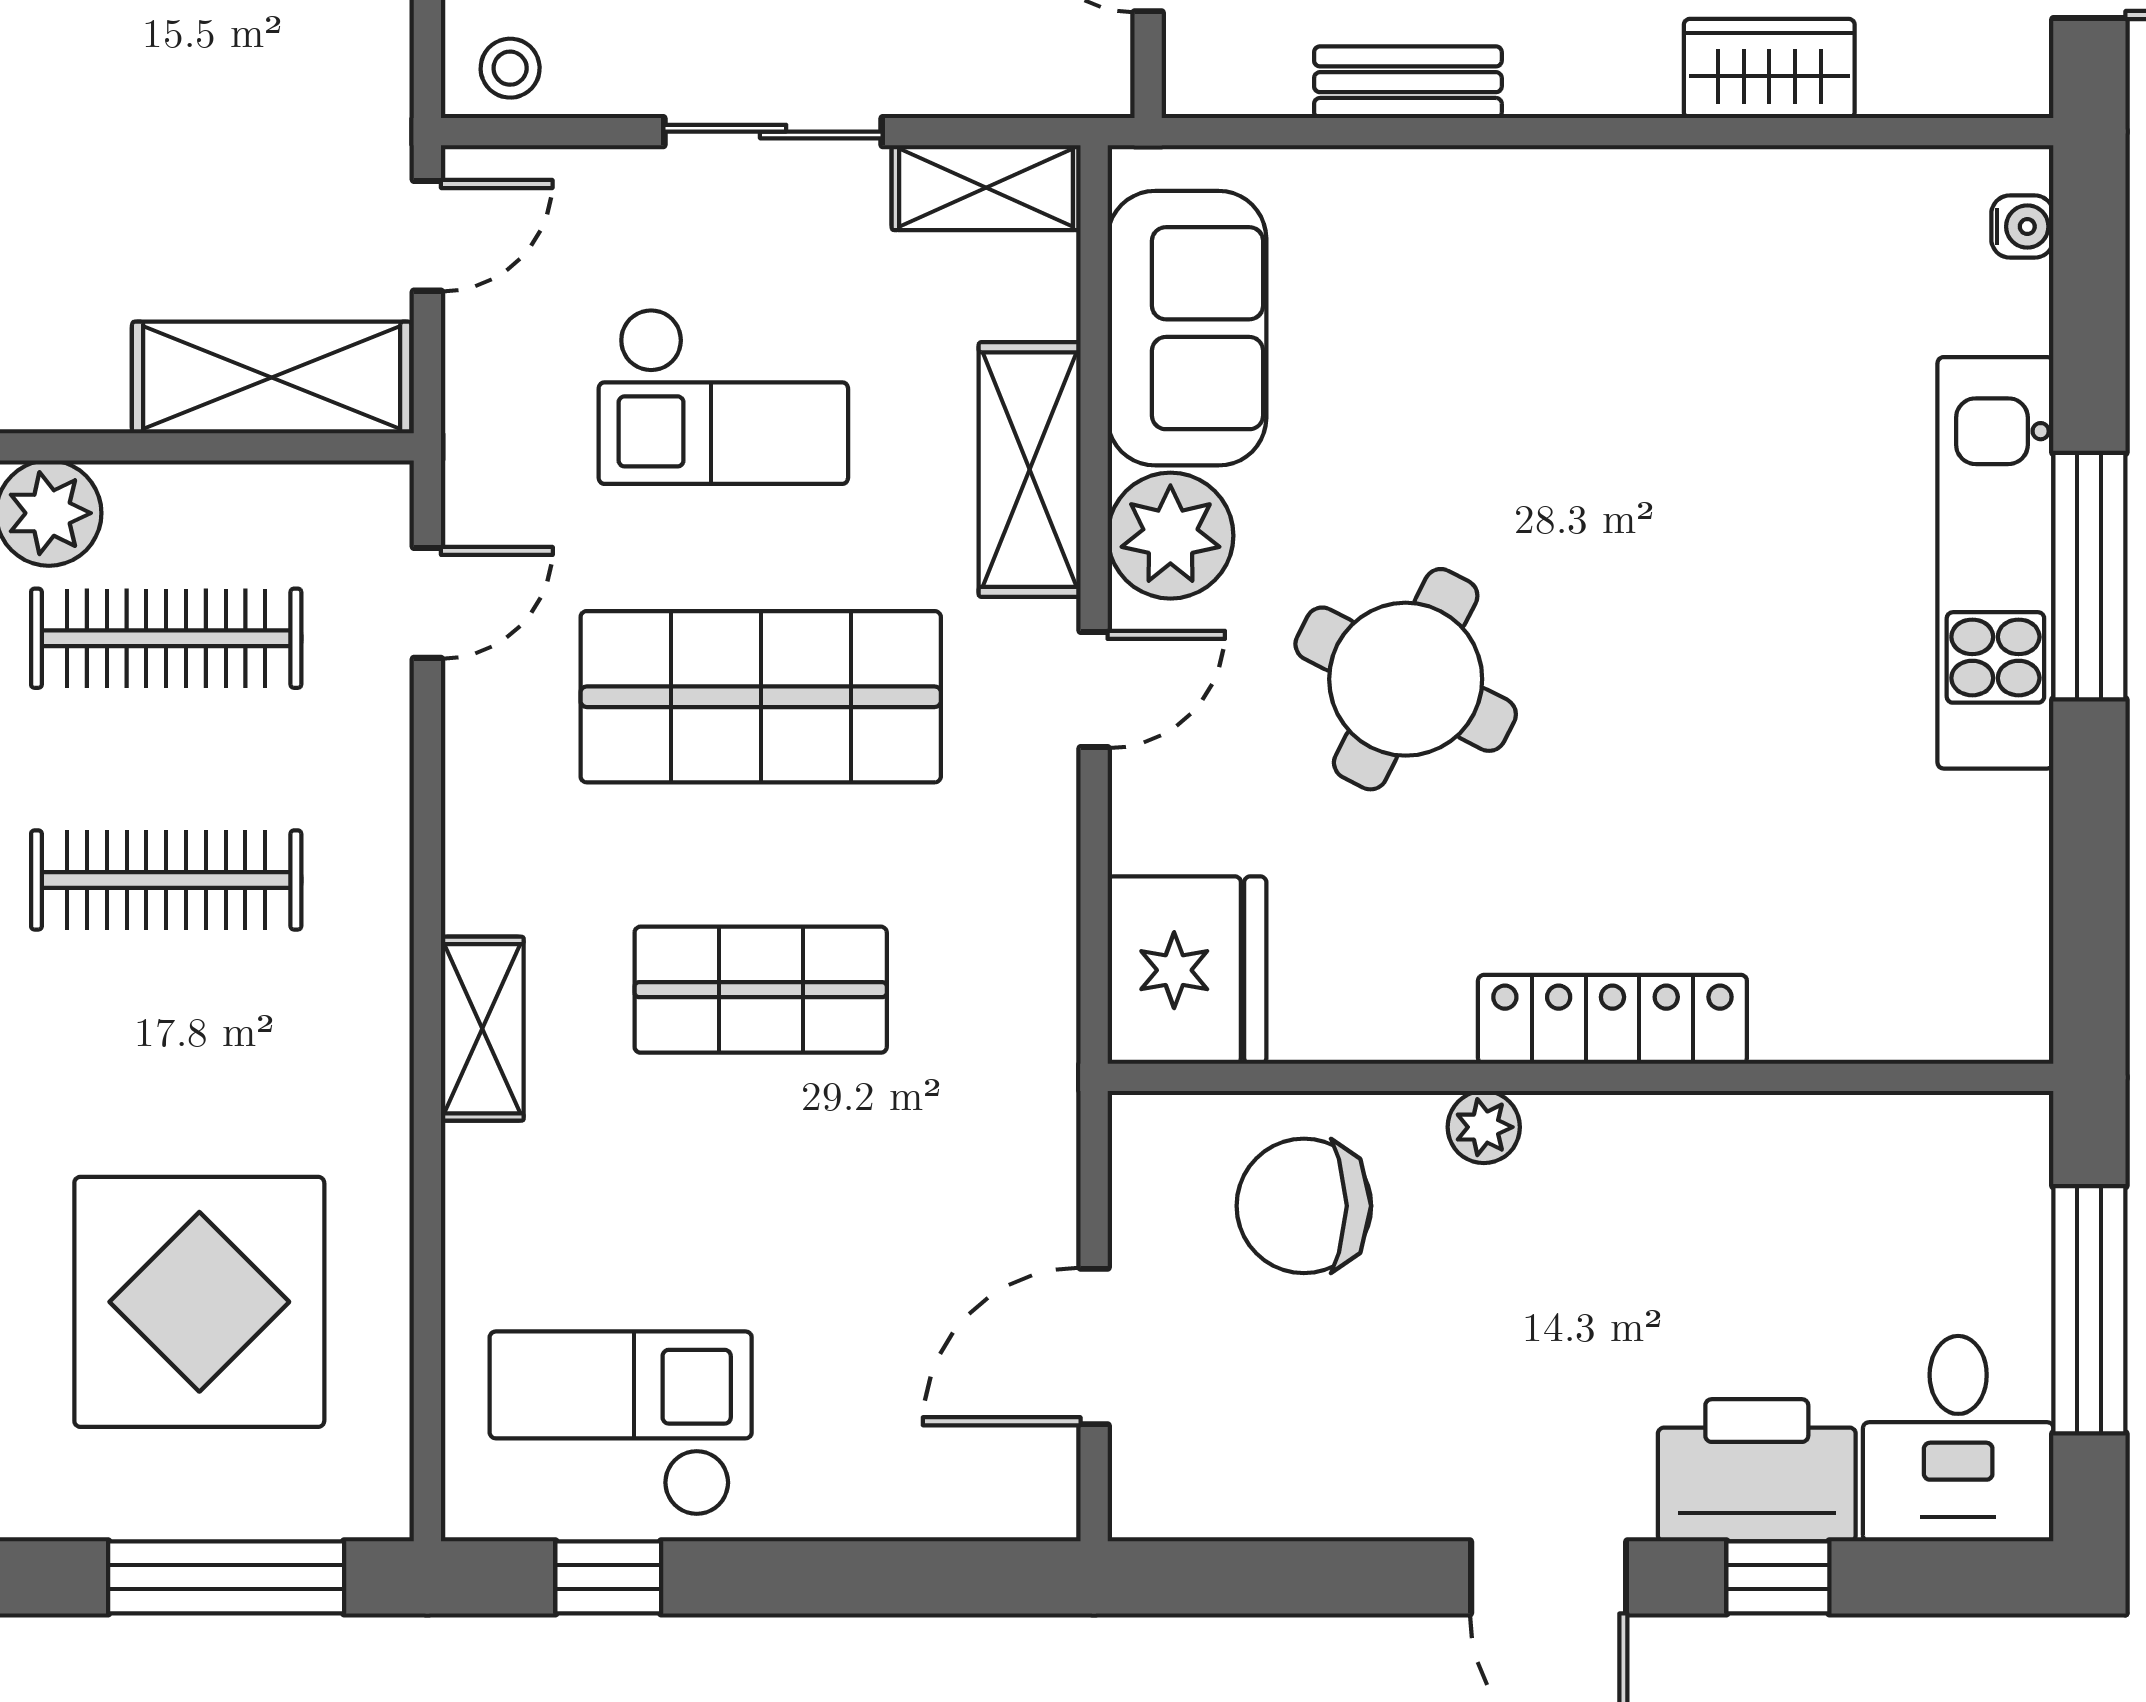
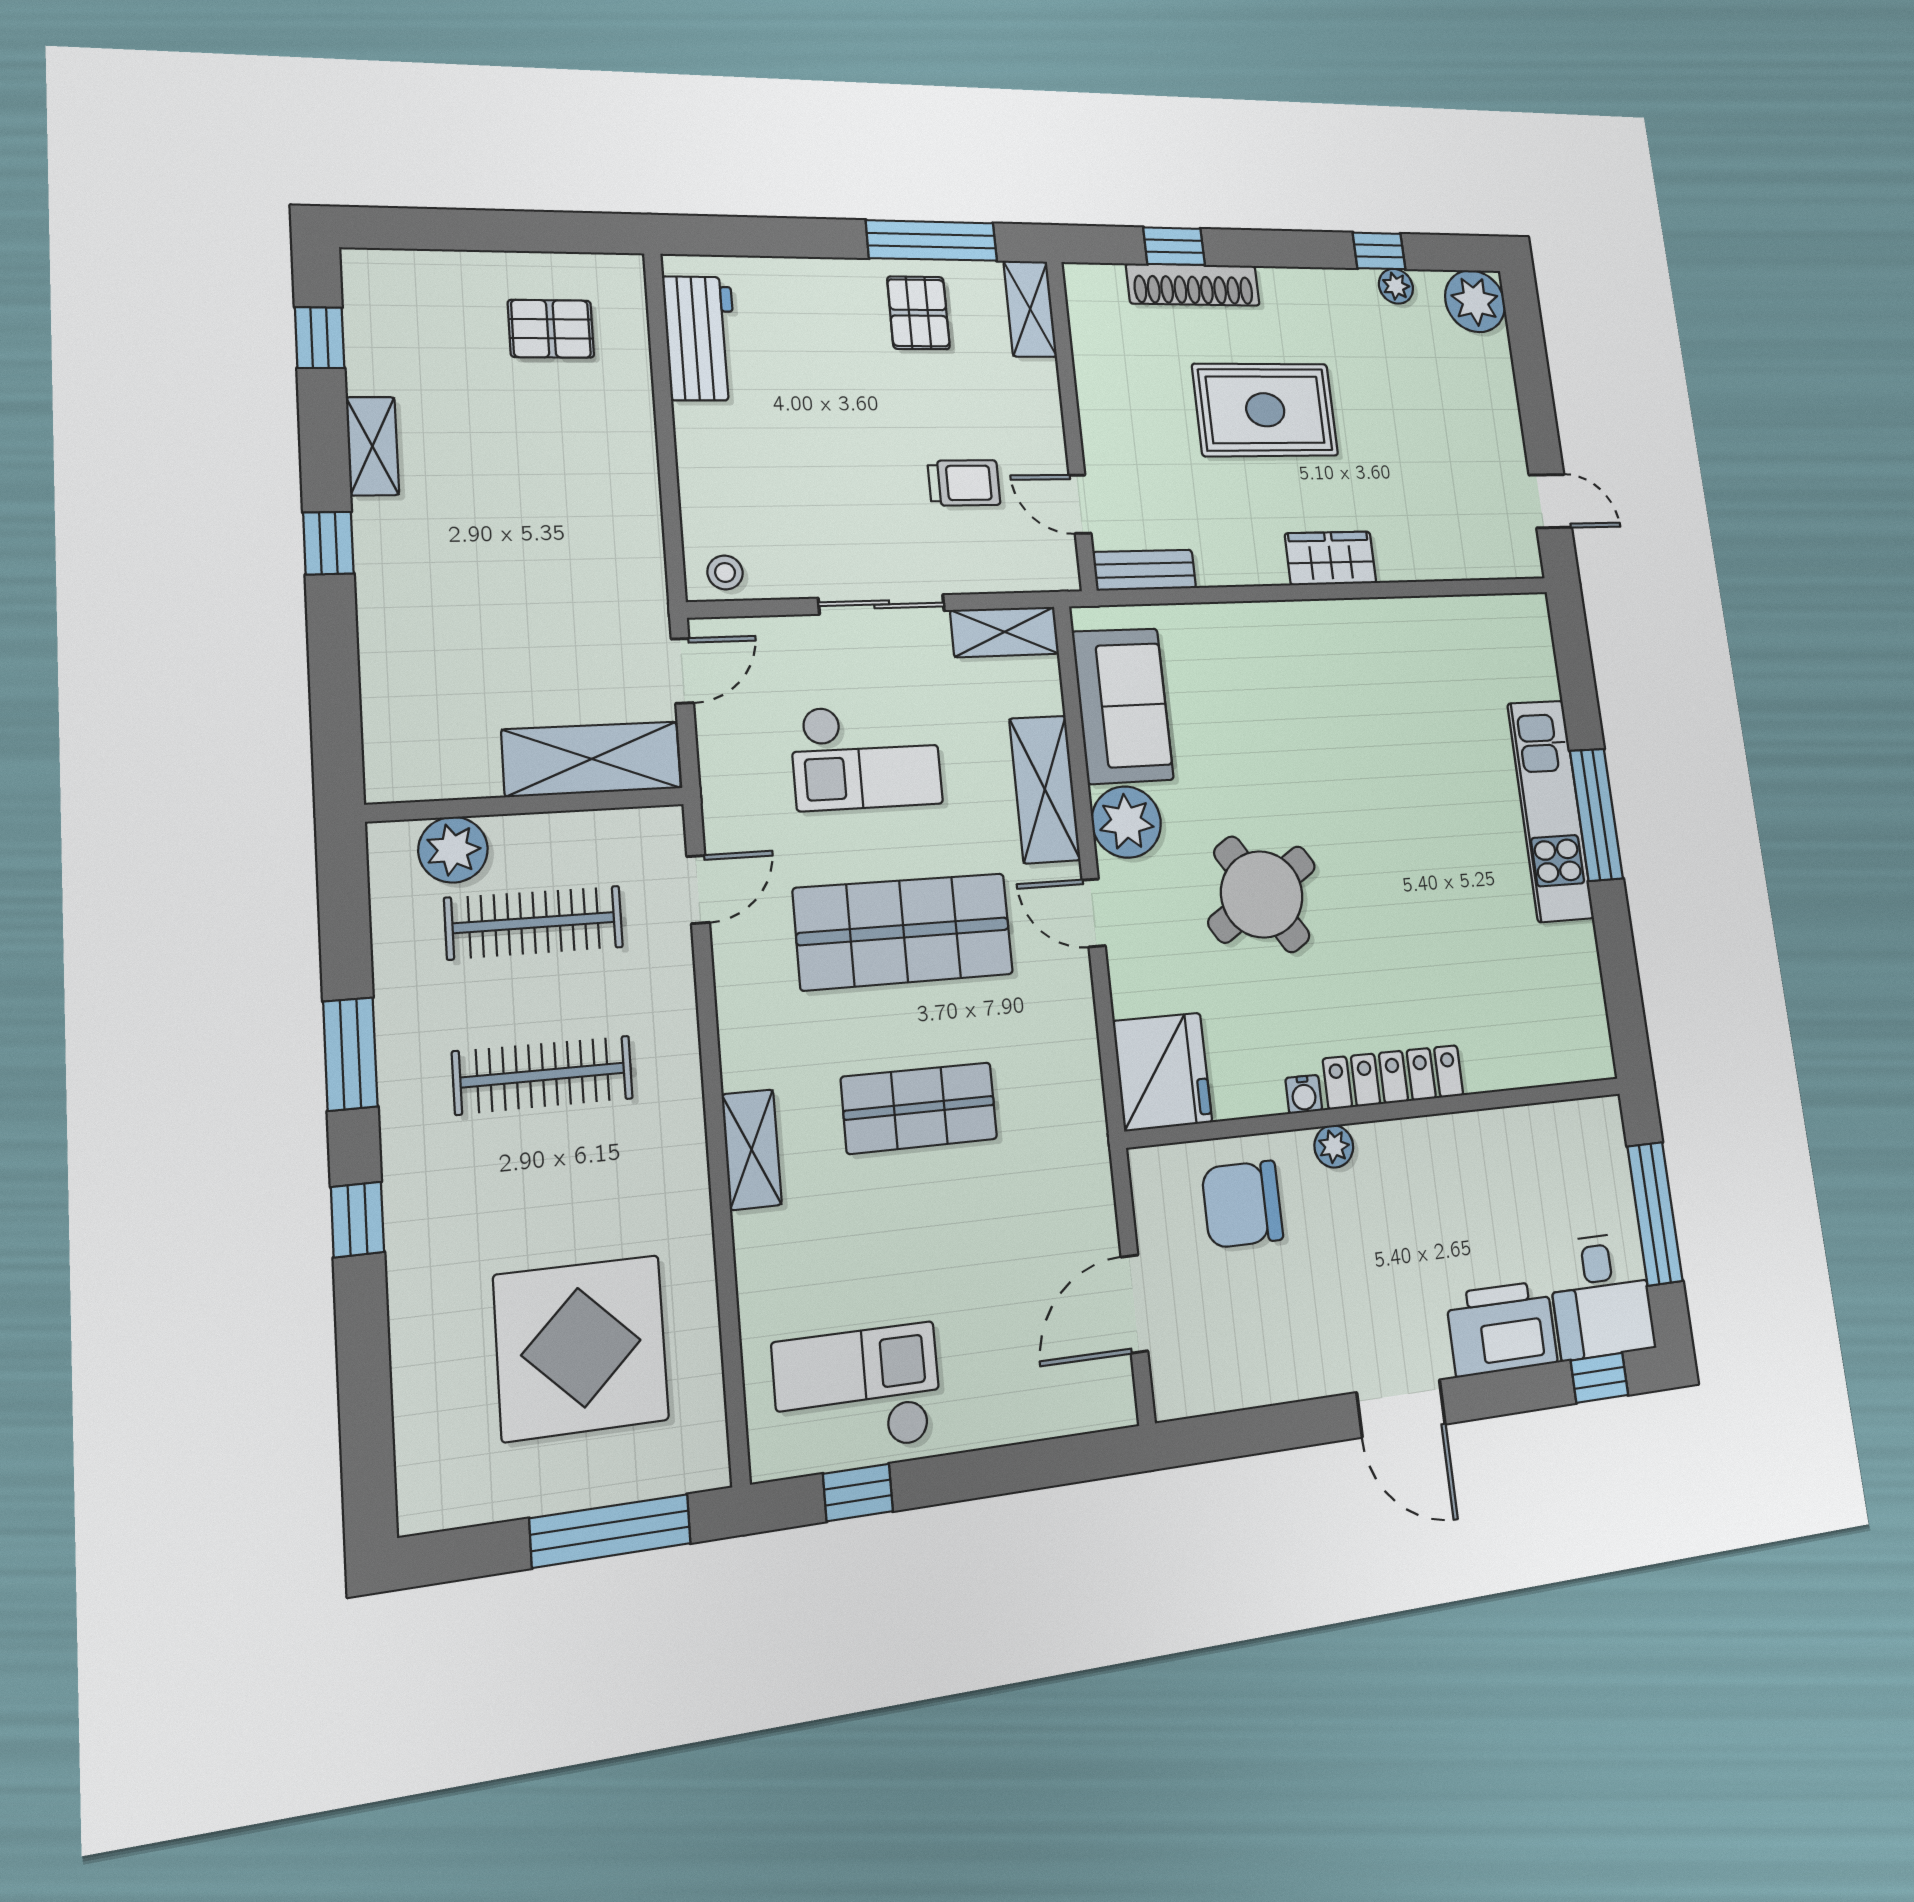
wardrobe: (1769, 68) -> (1331, 558), moved
bench: (1408, 82) -> (1145, 570), moved
water cooler: (2022, 227) -> (1304, 1094), moved, turned 90
round table: (1406, 679) -> (1262, 894), turned 30
door: (1094, 690) -> (1094, 913), swing flipped
window: (1778, 1577) -> (1599, 1378), moved

